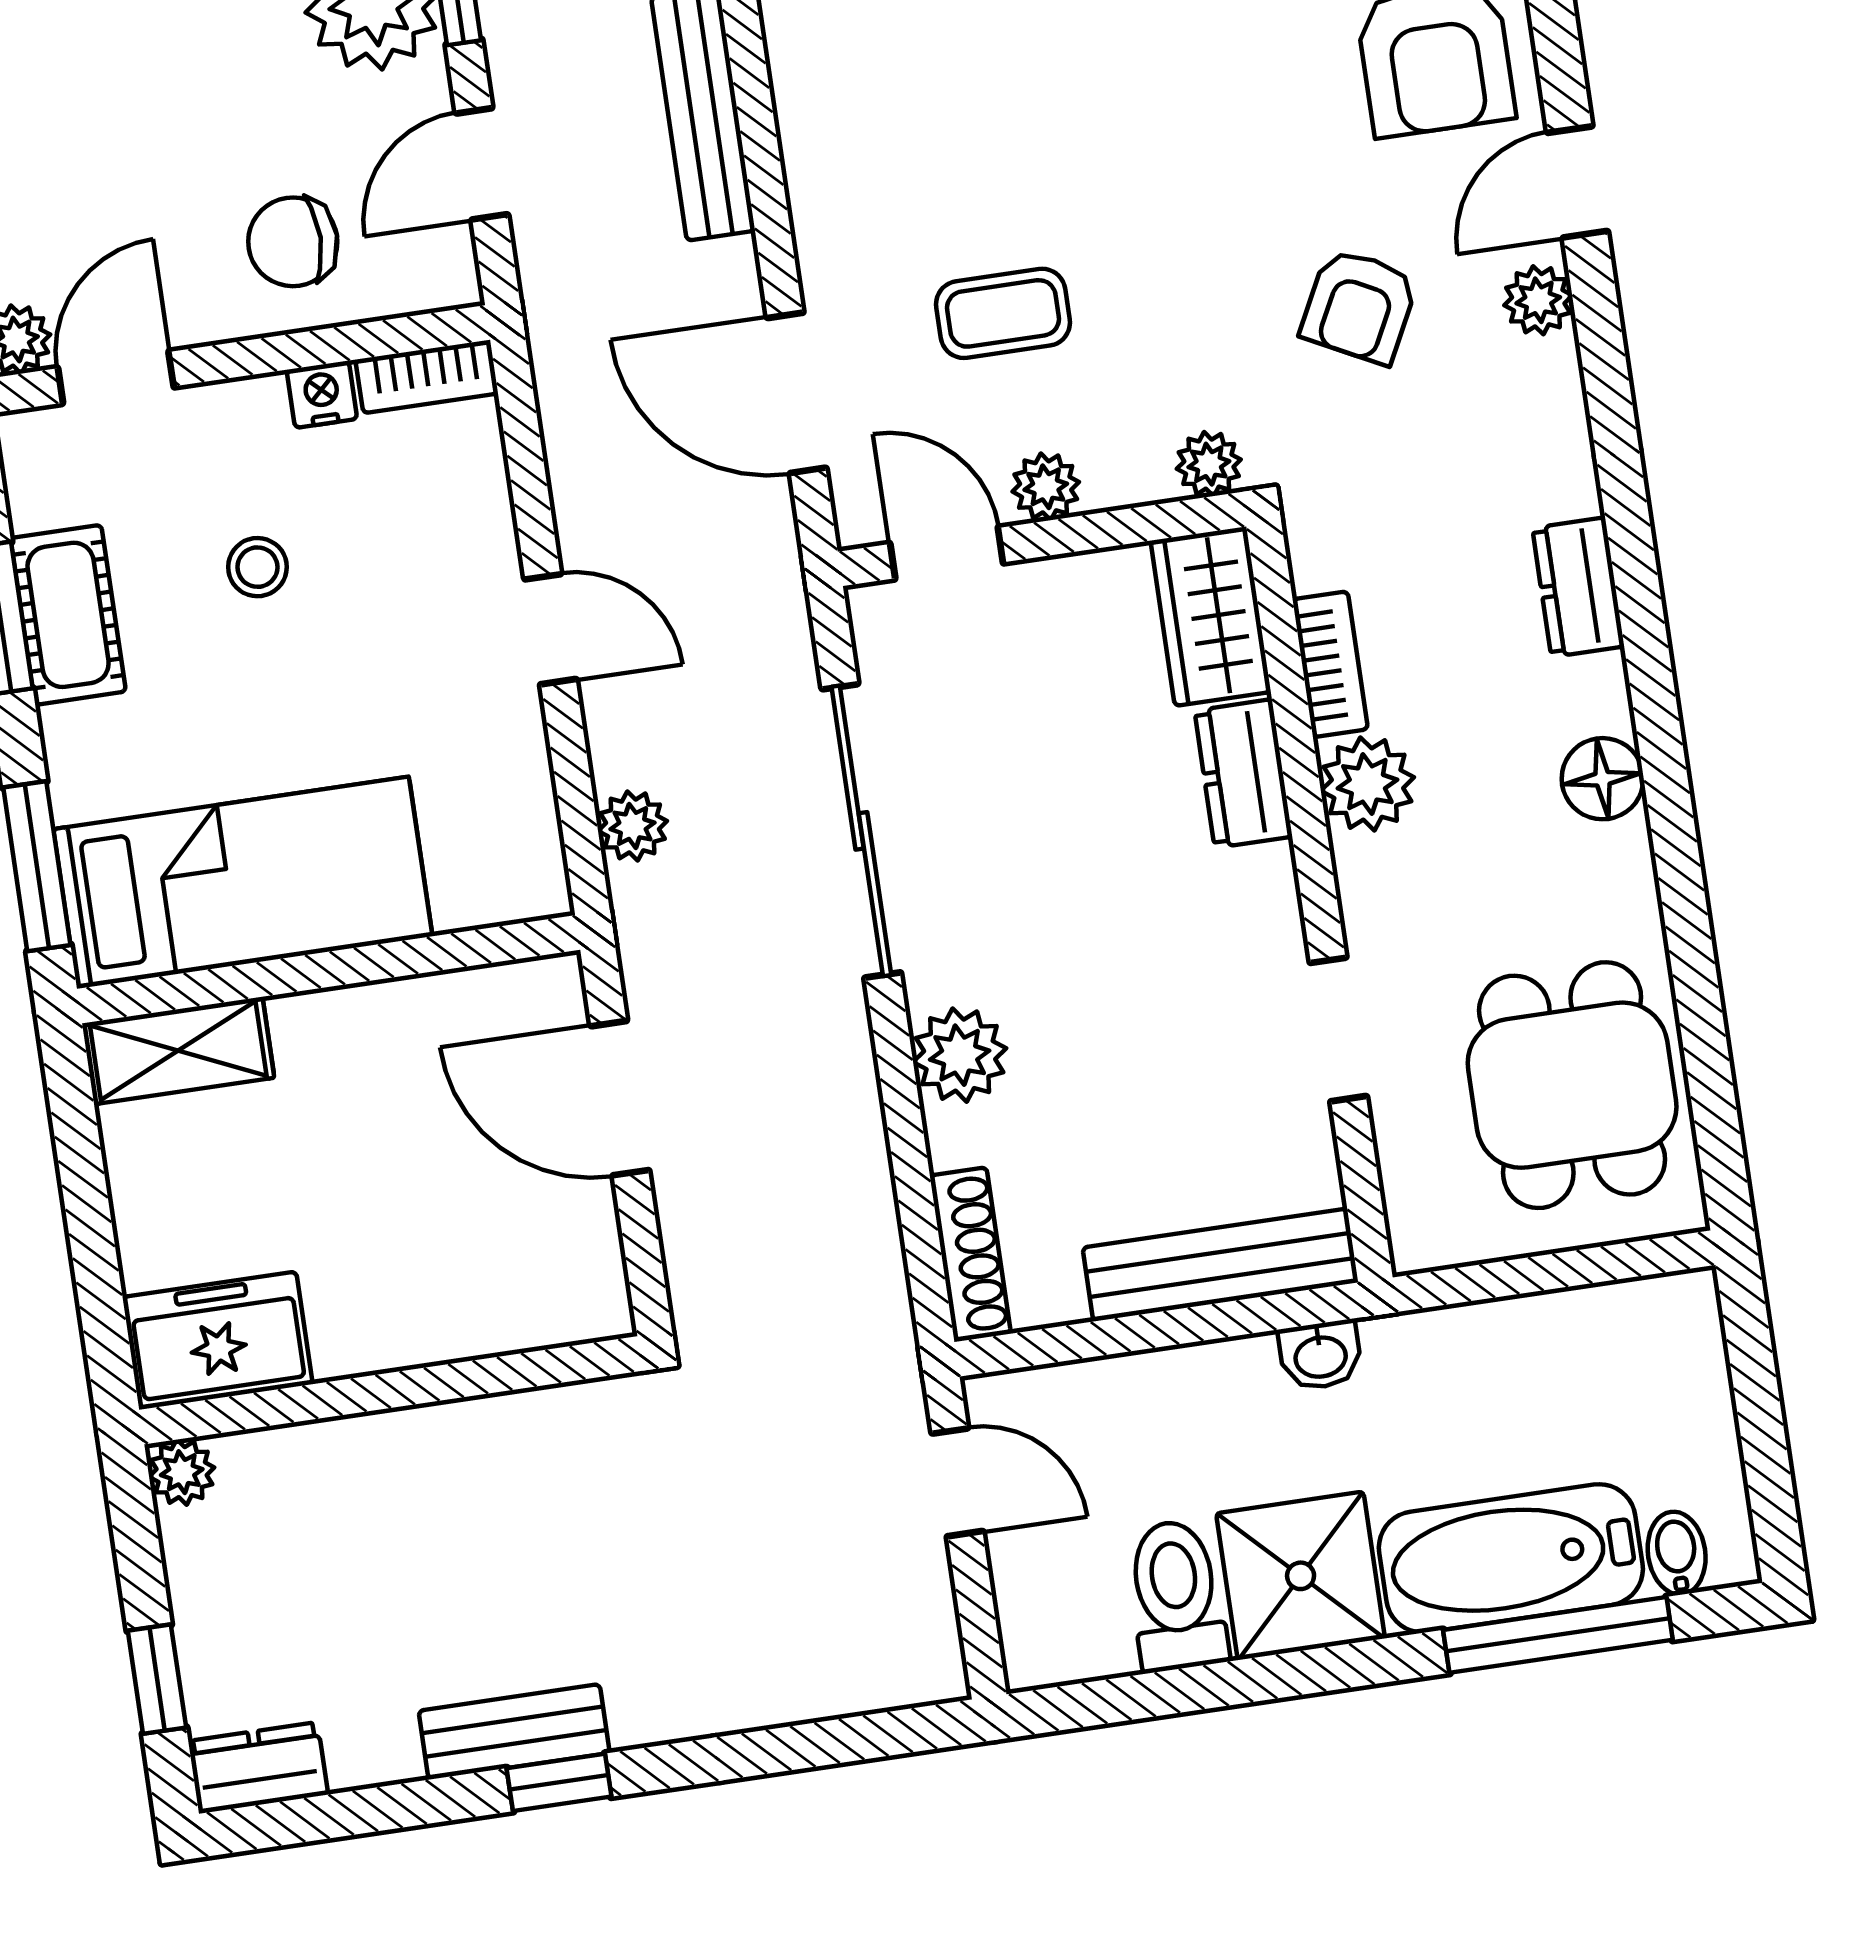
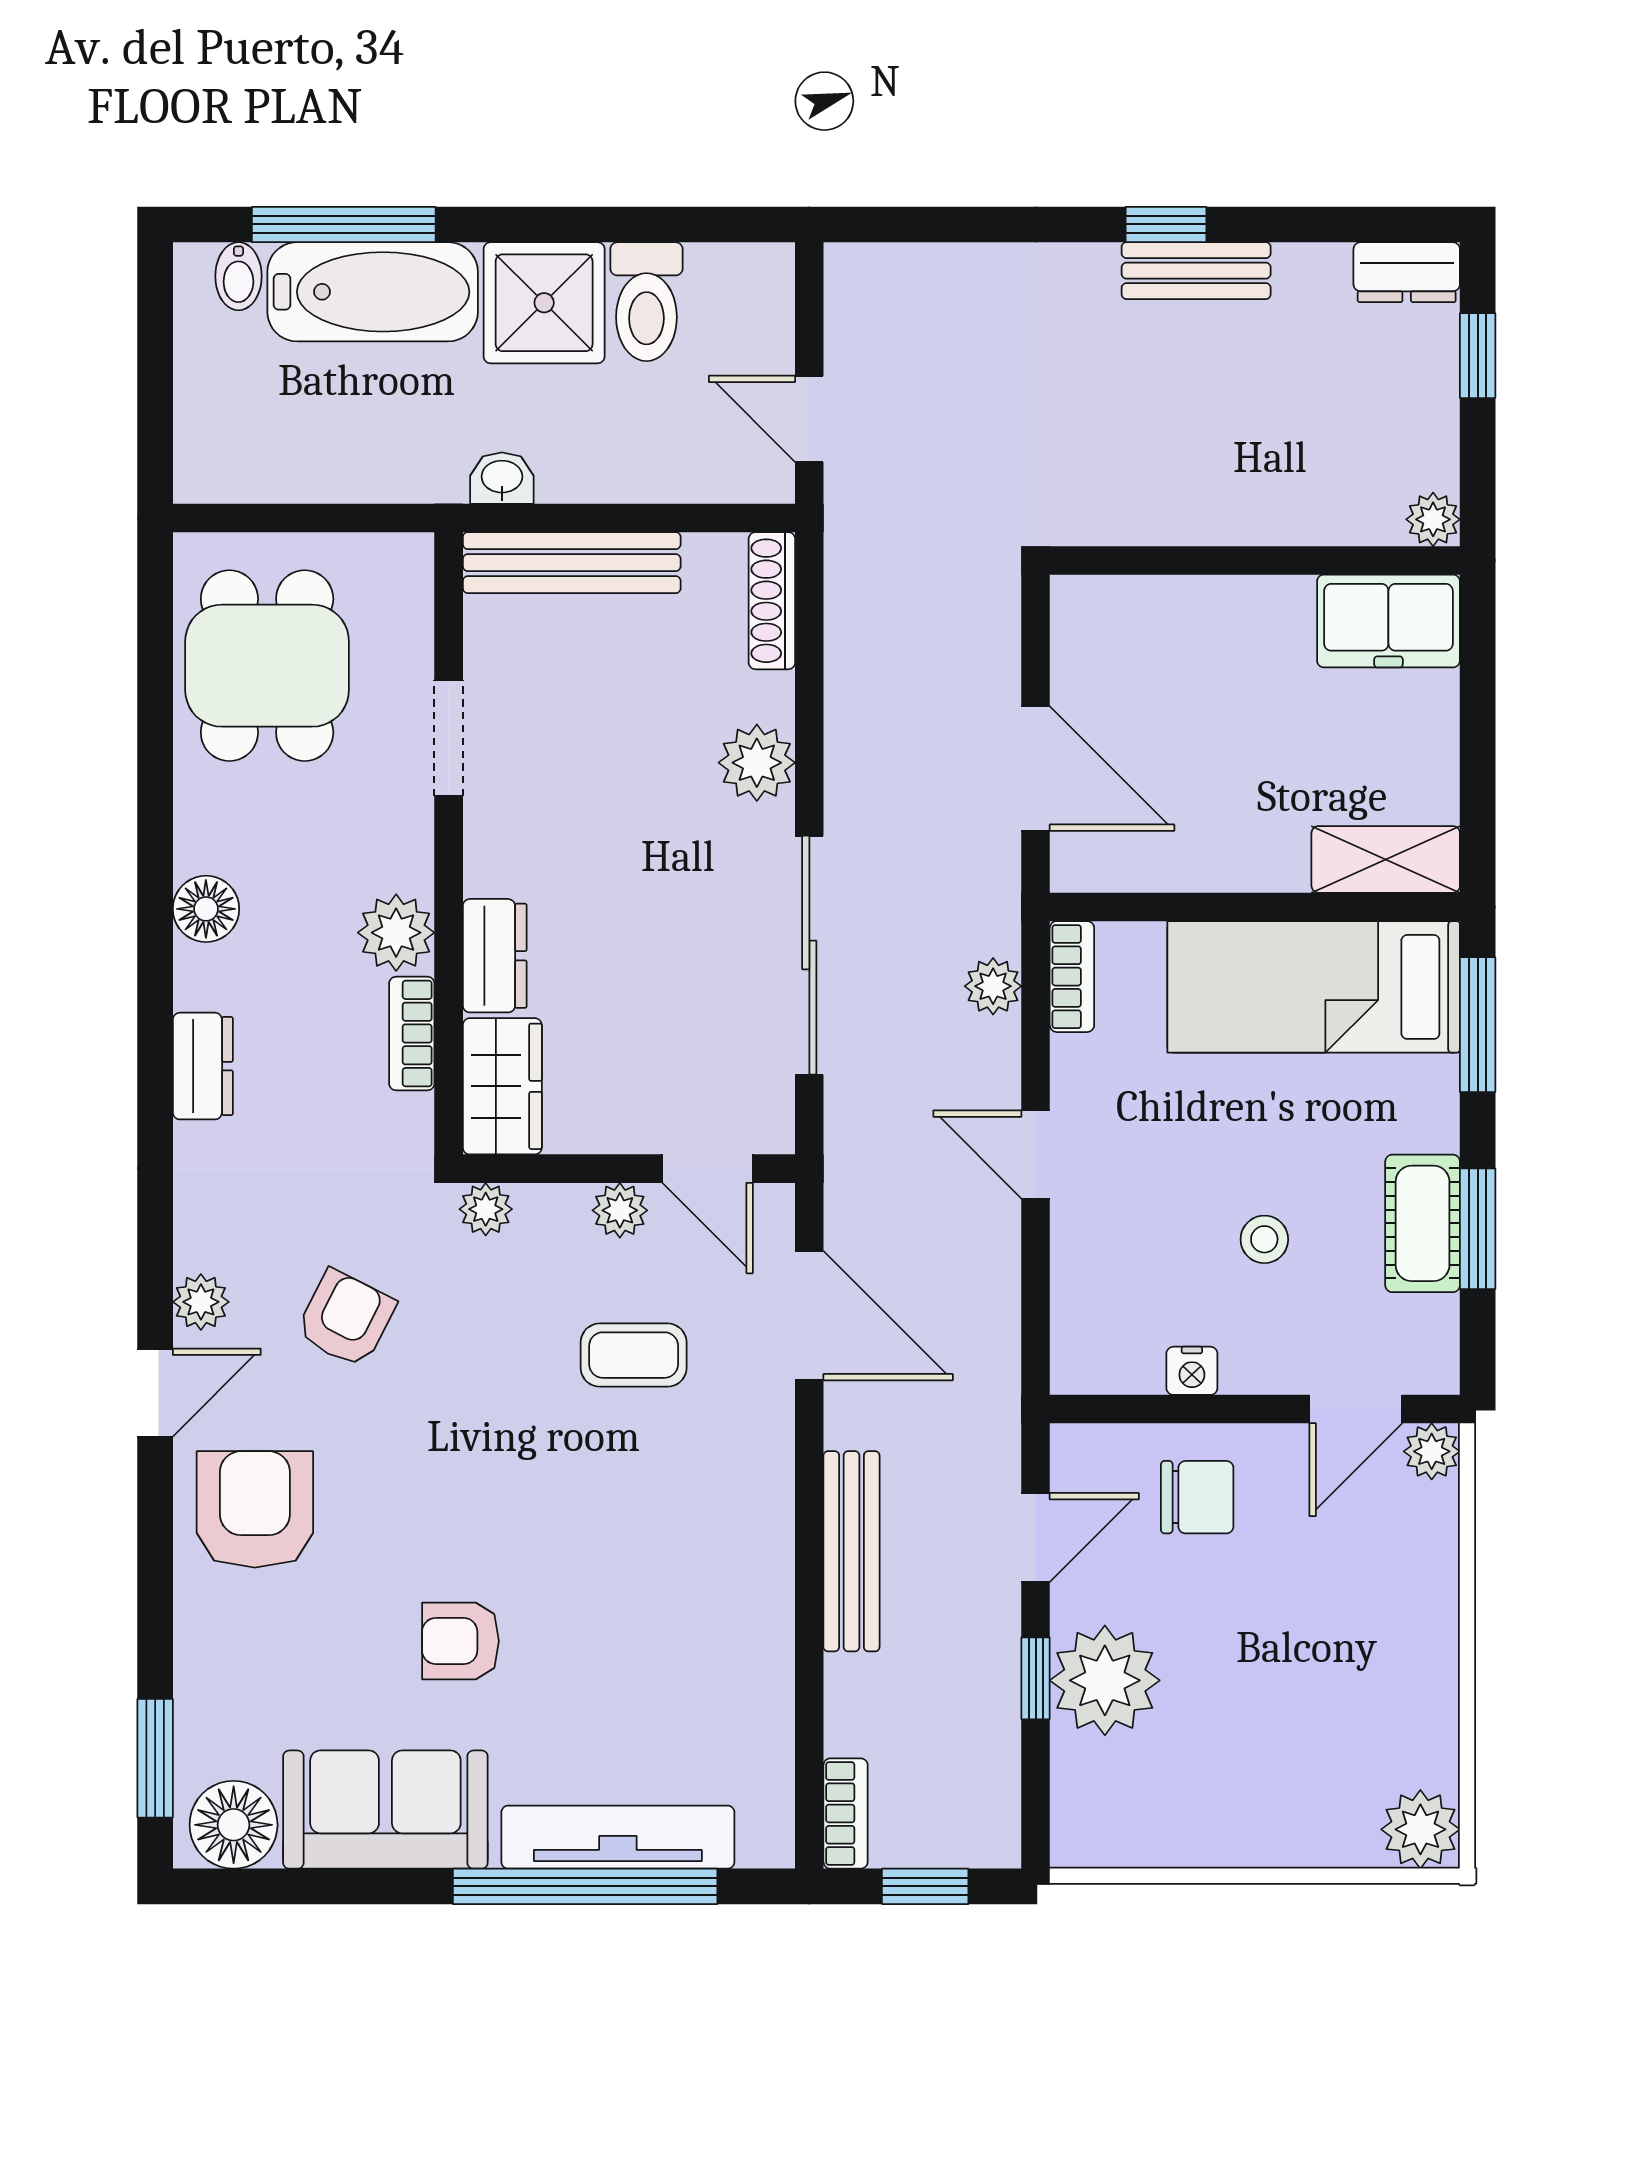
bookcase: (427, 377) -> (1072, 977), moved, turned 90

